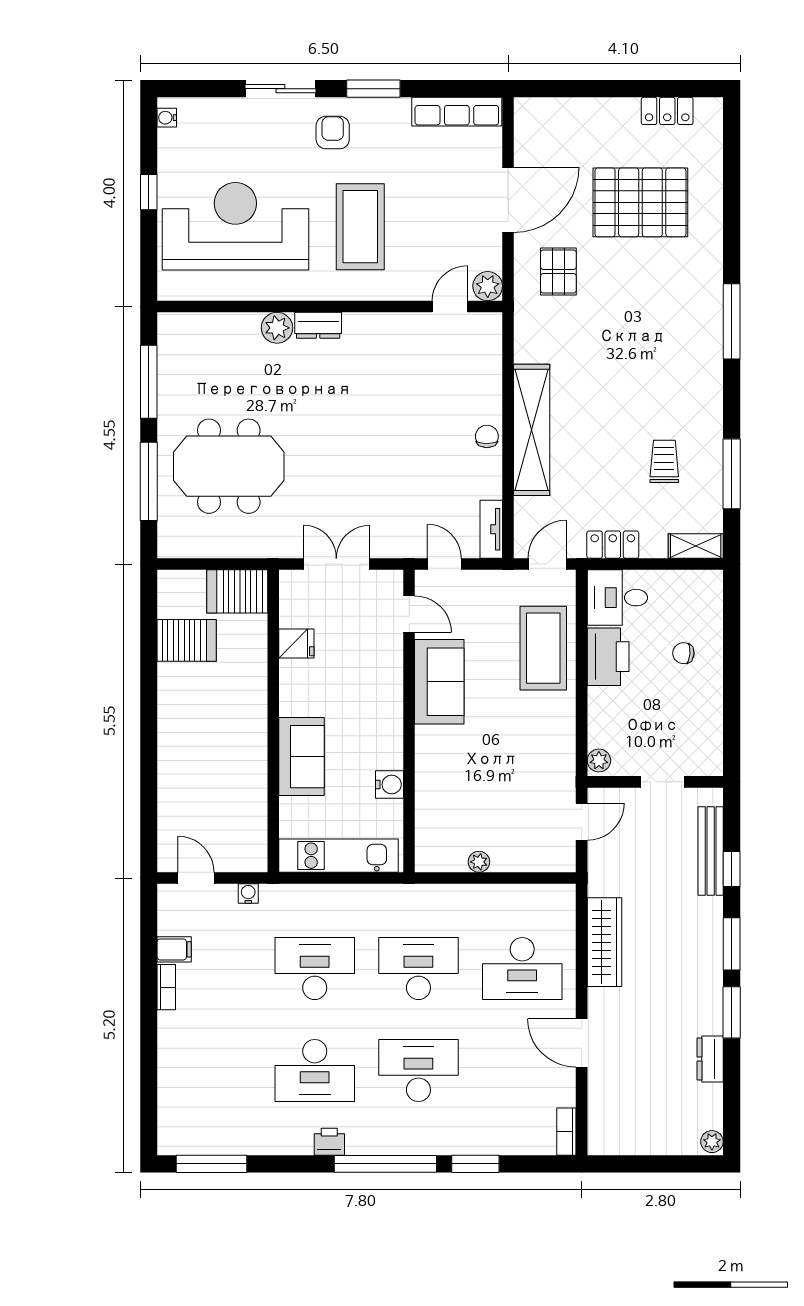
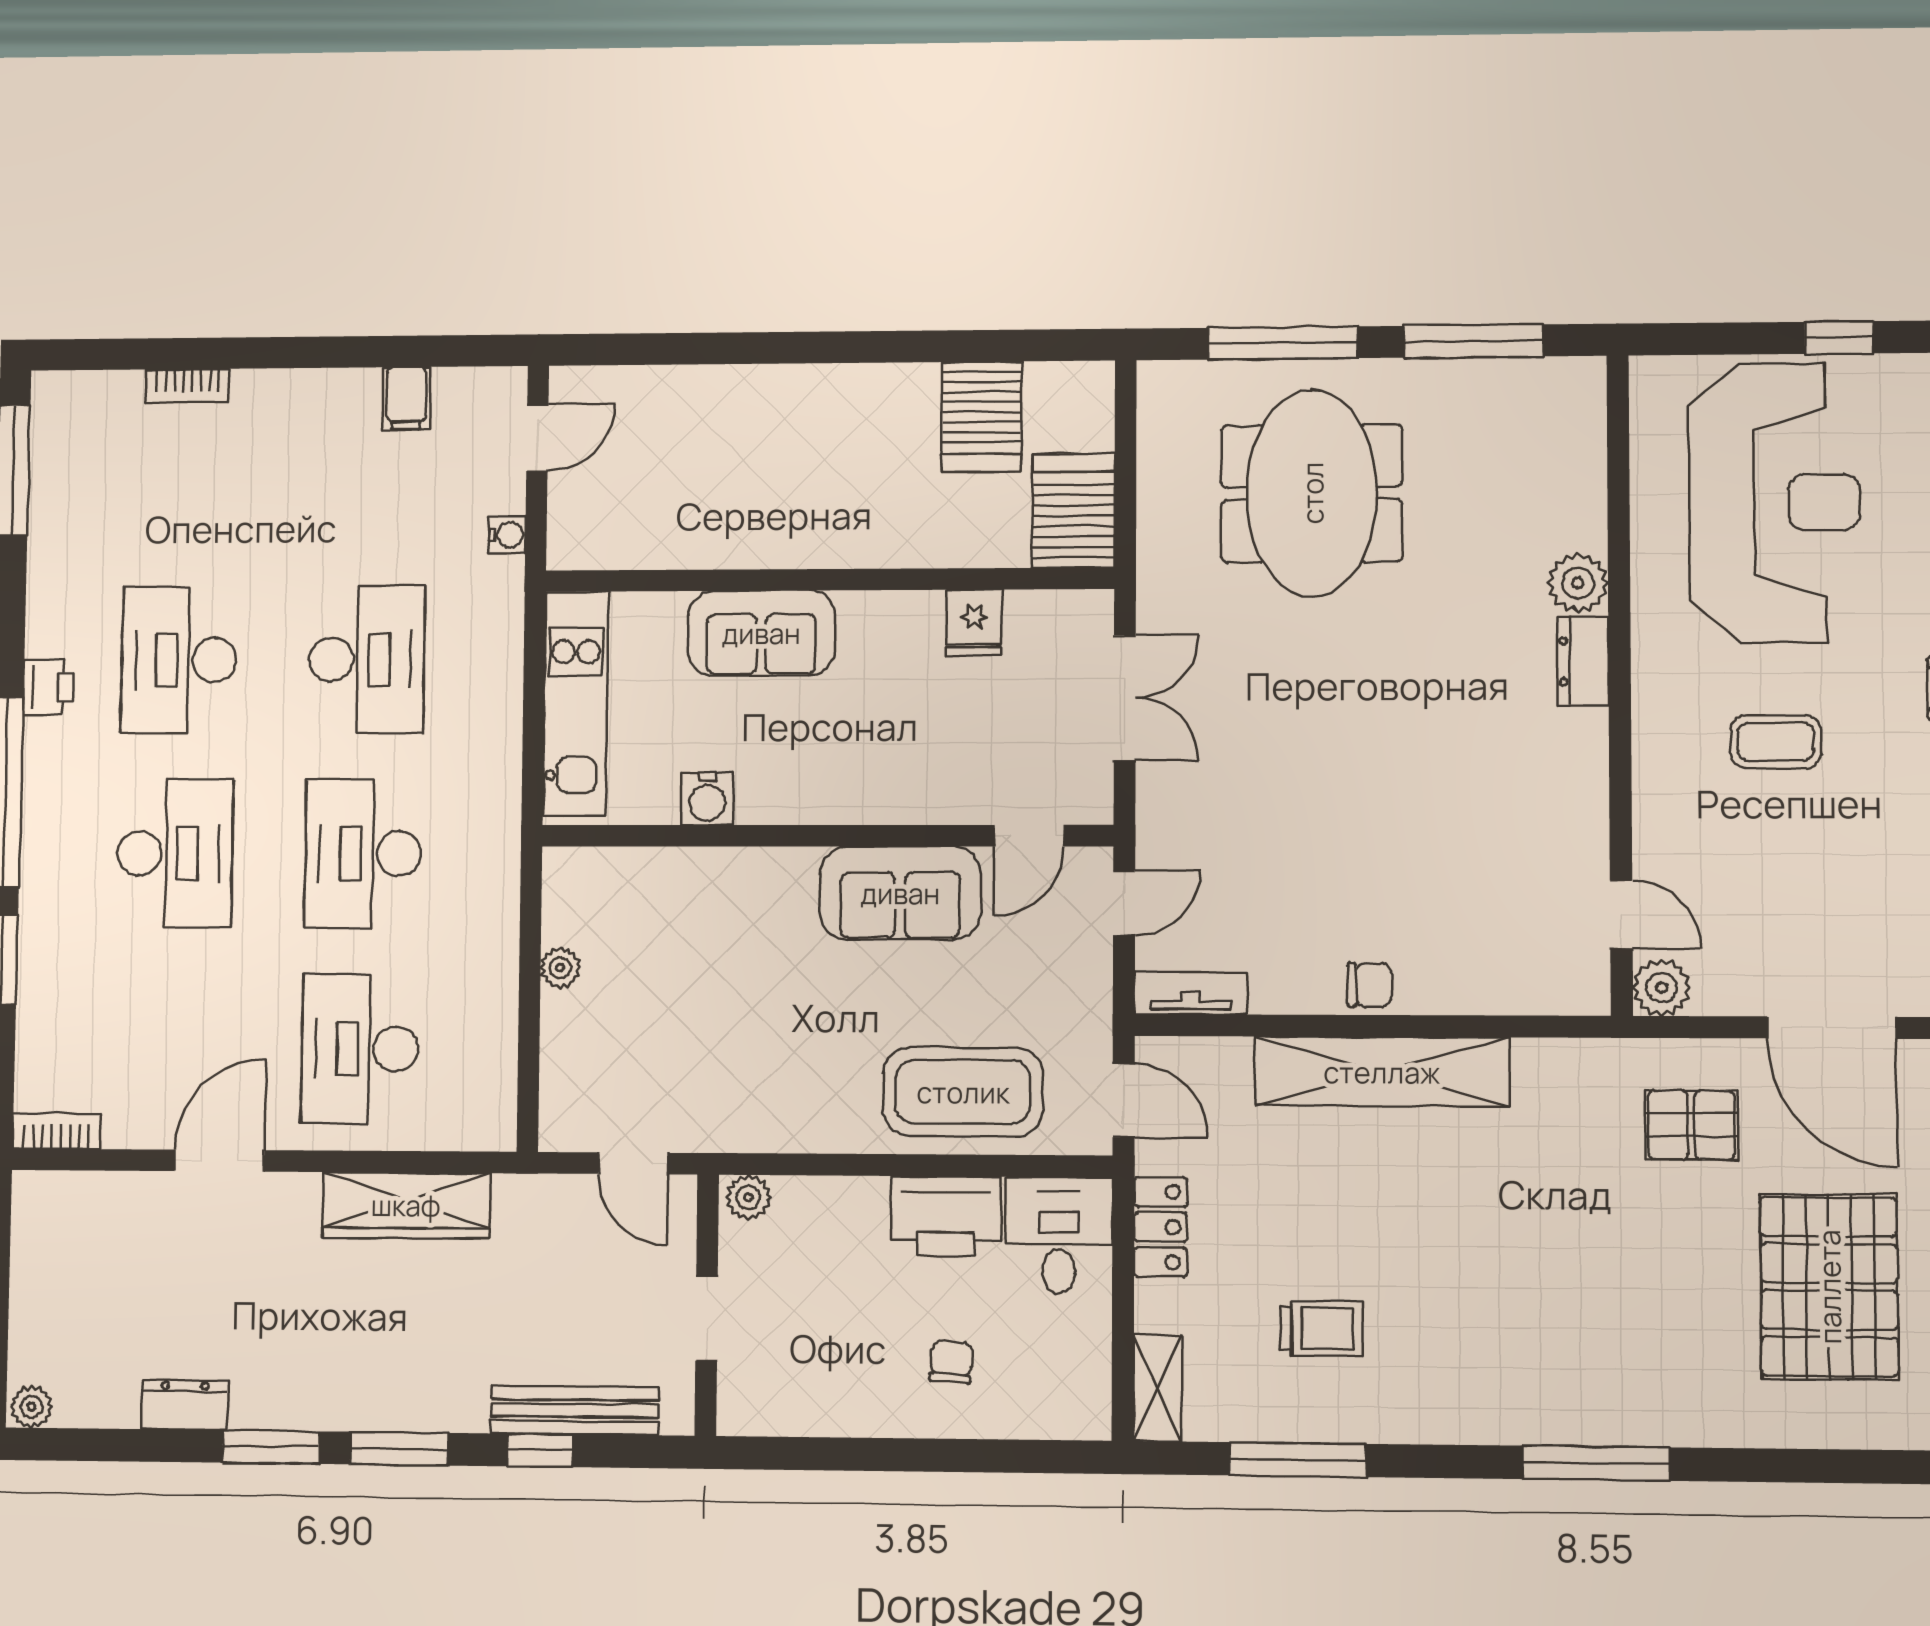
coffee table: (360, 227) -> (1776, 742), width x0.54, depth x0.58
desk: (418, 969) -> (363, 853), turned 180
bookcase: (166, 987) -> (187, 386), moved

